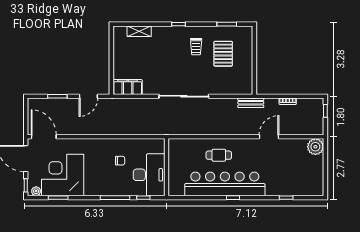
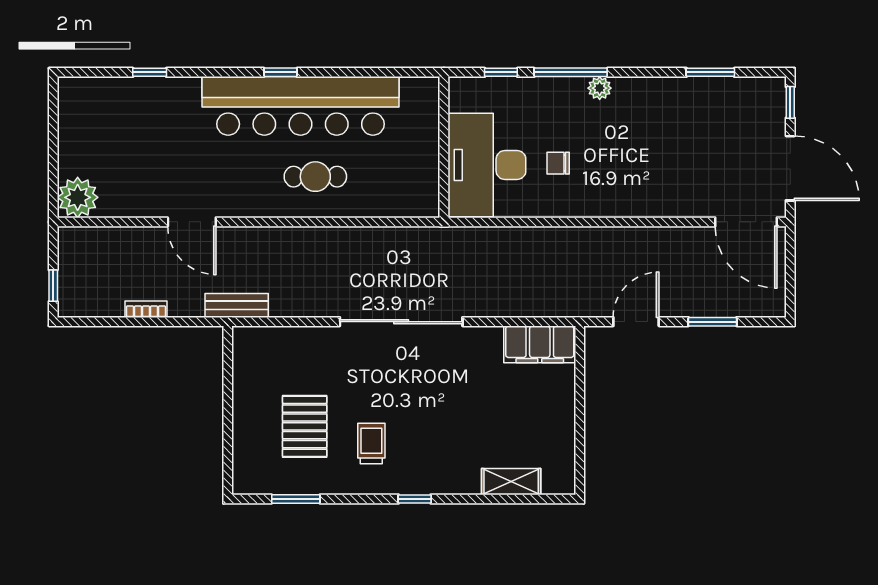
door: (269, 137) -> (192, 222), hinge flipped
corner desk: (63, 175) -> (700, 128), removed
desk: (149, 175) -> (487, 165), moved
plant: (36, 191) -> (600, 88), moved

